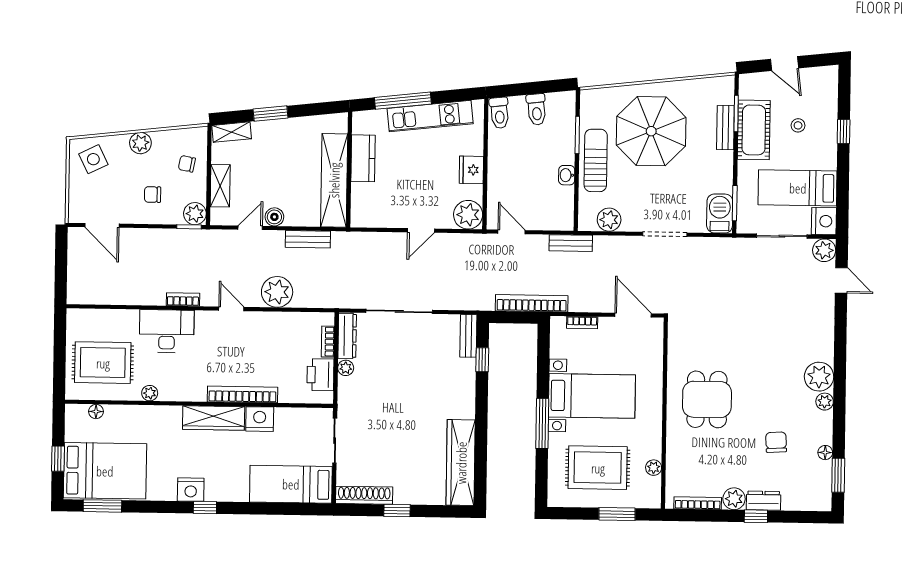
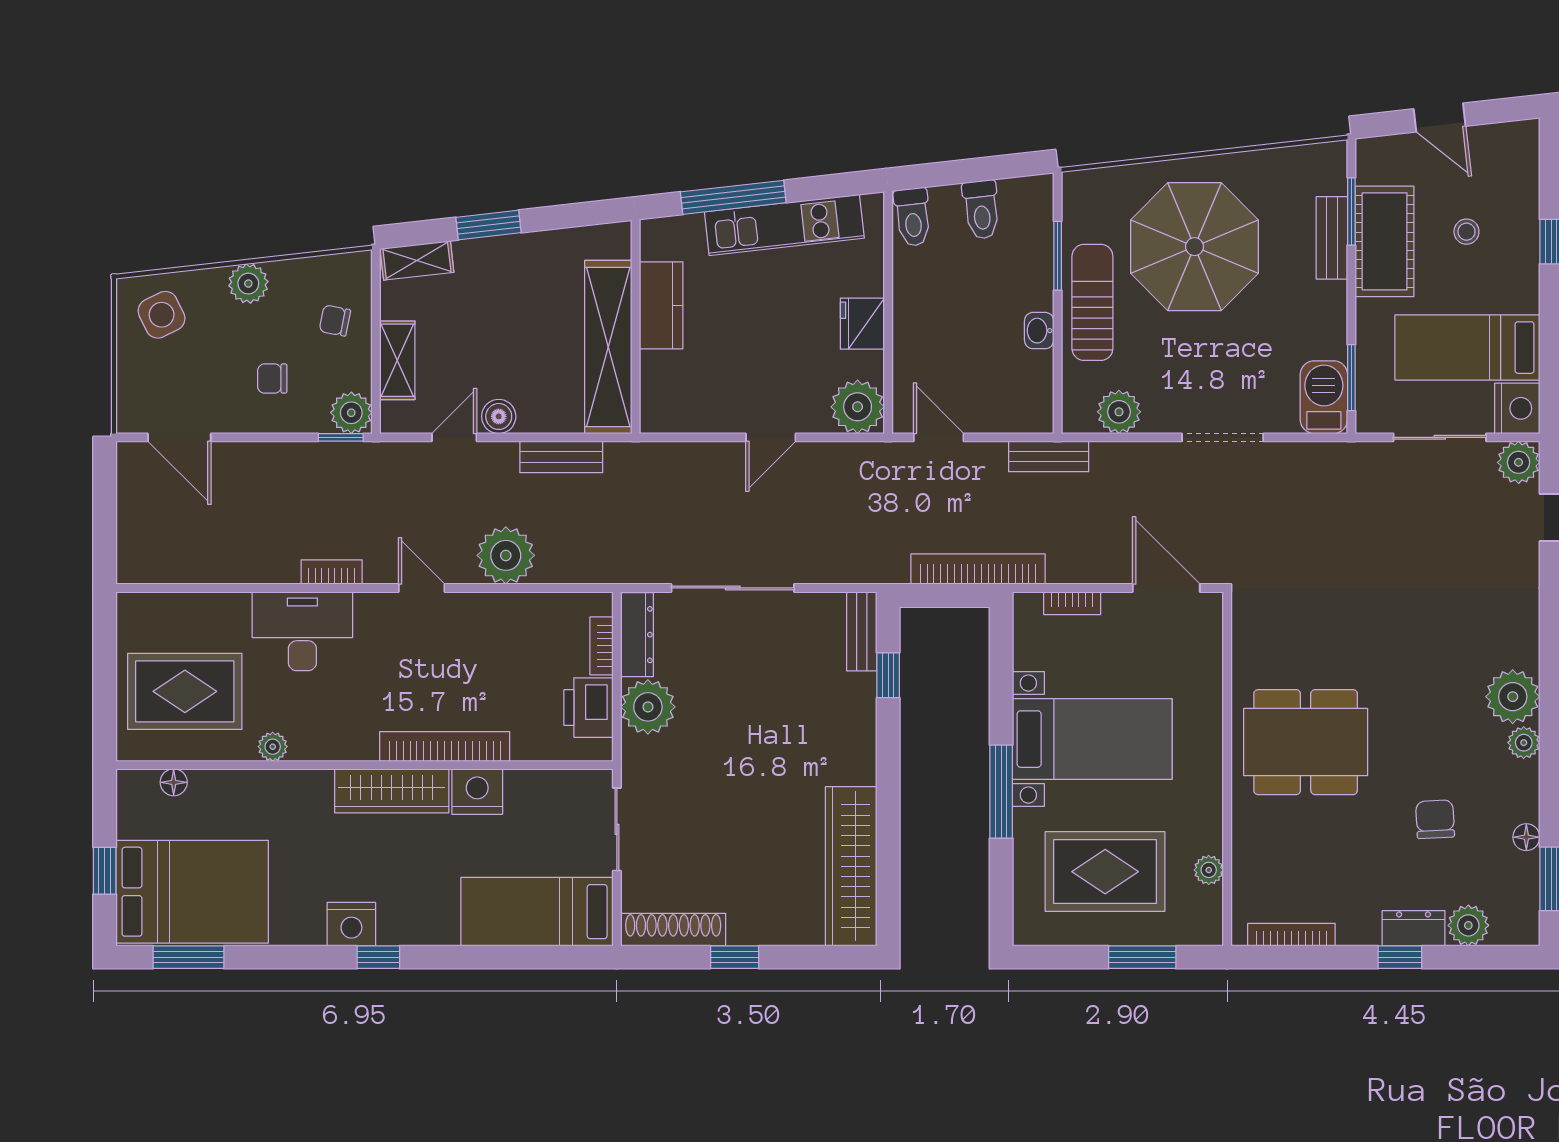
plant: (346, 368) -> (648, 707), width x1.88, depth x1.88
dining table: (707, 399) -> (1306, 742), width x1.38
plant: (734, 499) -> (1468, 925), moved

